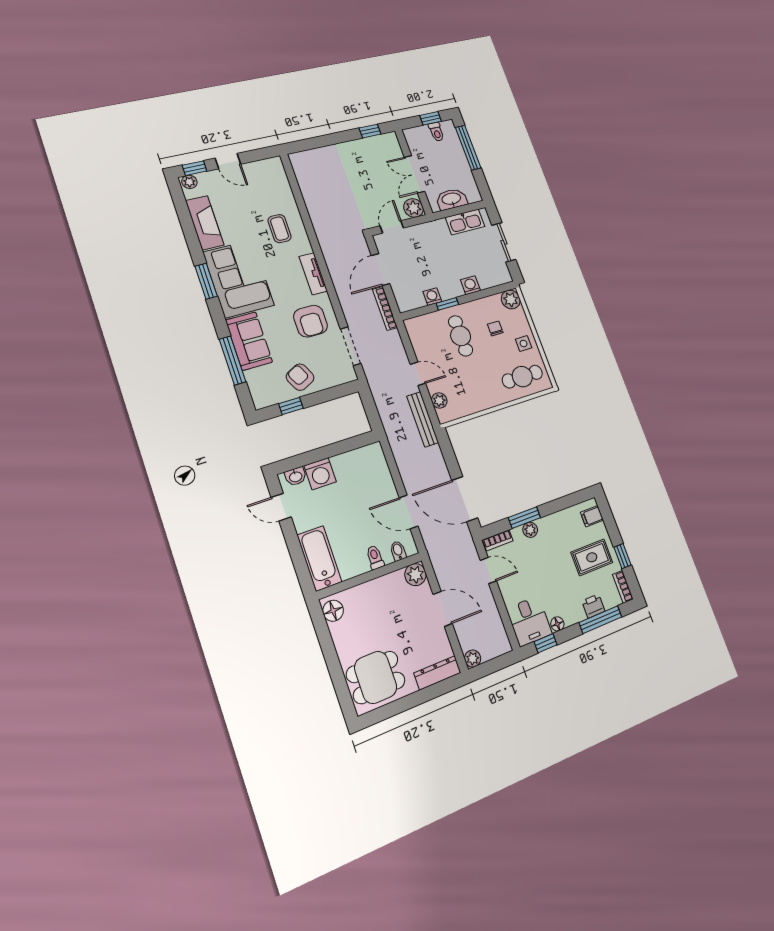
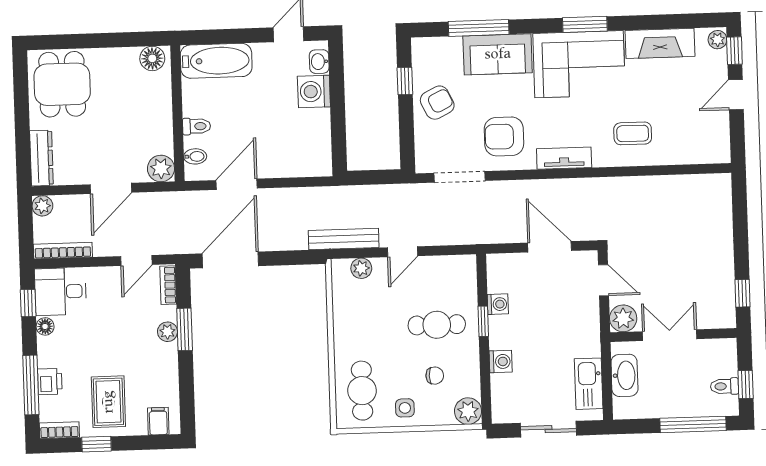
bookcase: (385, 308) -> (63, 251), moved

